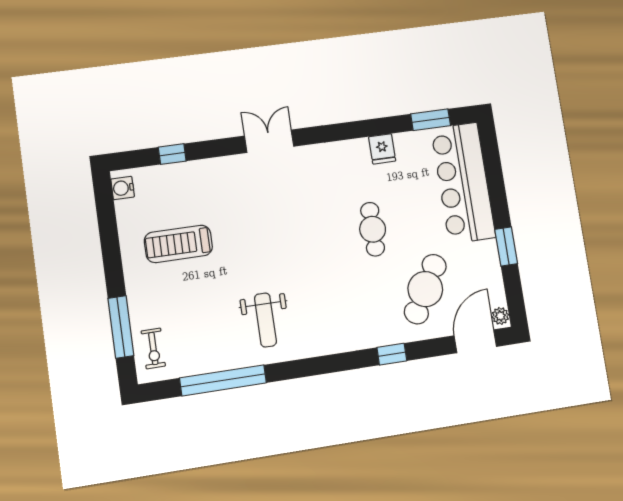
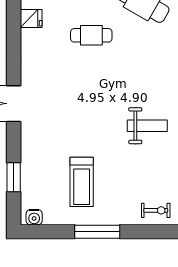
window: (172, 154) -> (14, 177), width x1.50
window: (121, 327) -> (97, 232), moved

